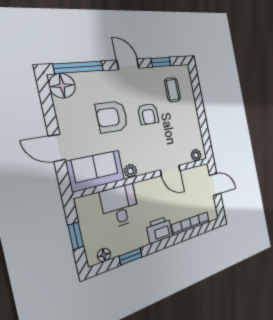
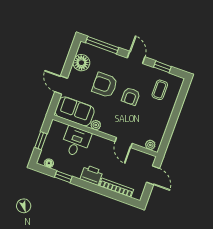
floor lamp: (62, 86) -> (81, 63), moved

